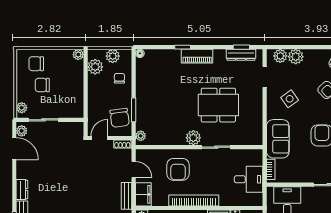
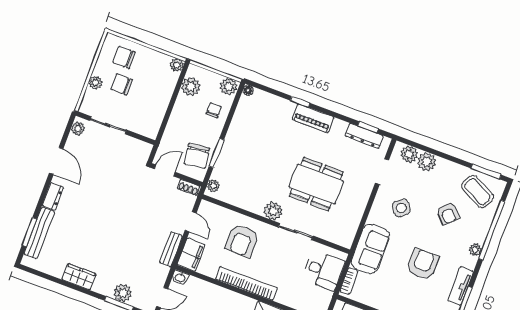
plant: (113, 56) -> (229, 86), moved
plant: (22, 108) -> (95, 83), moved
door: (14, 149) -> (56, 161), moved
desk: (249, 179) -> (324, 270), moved

